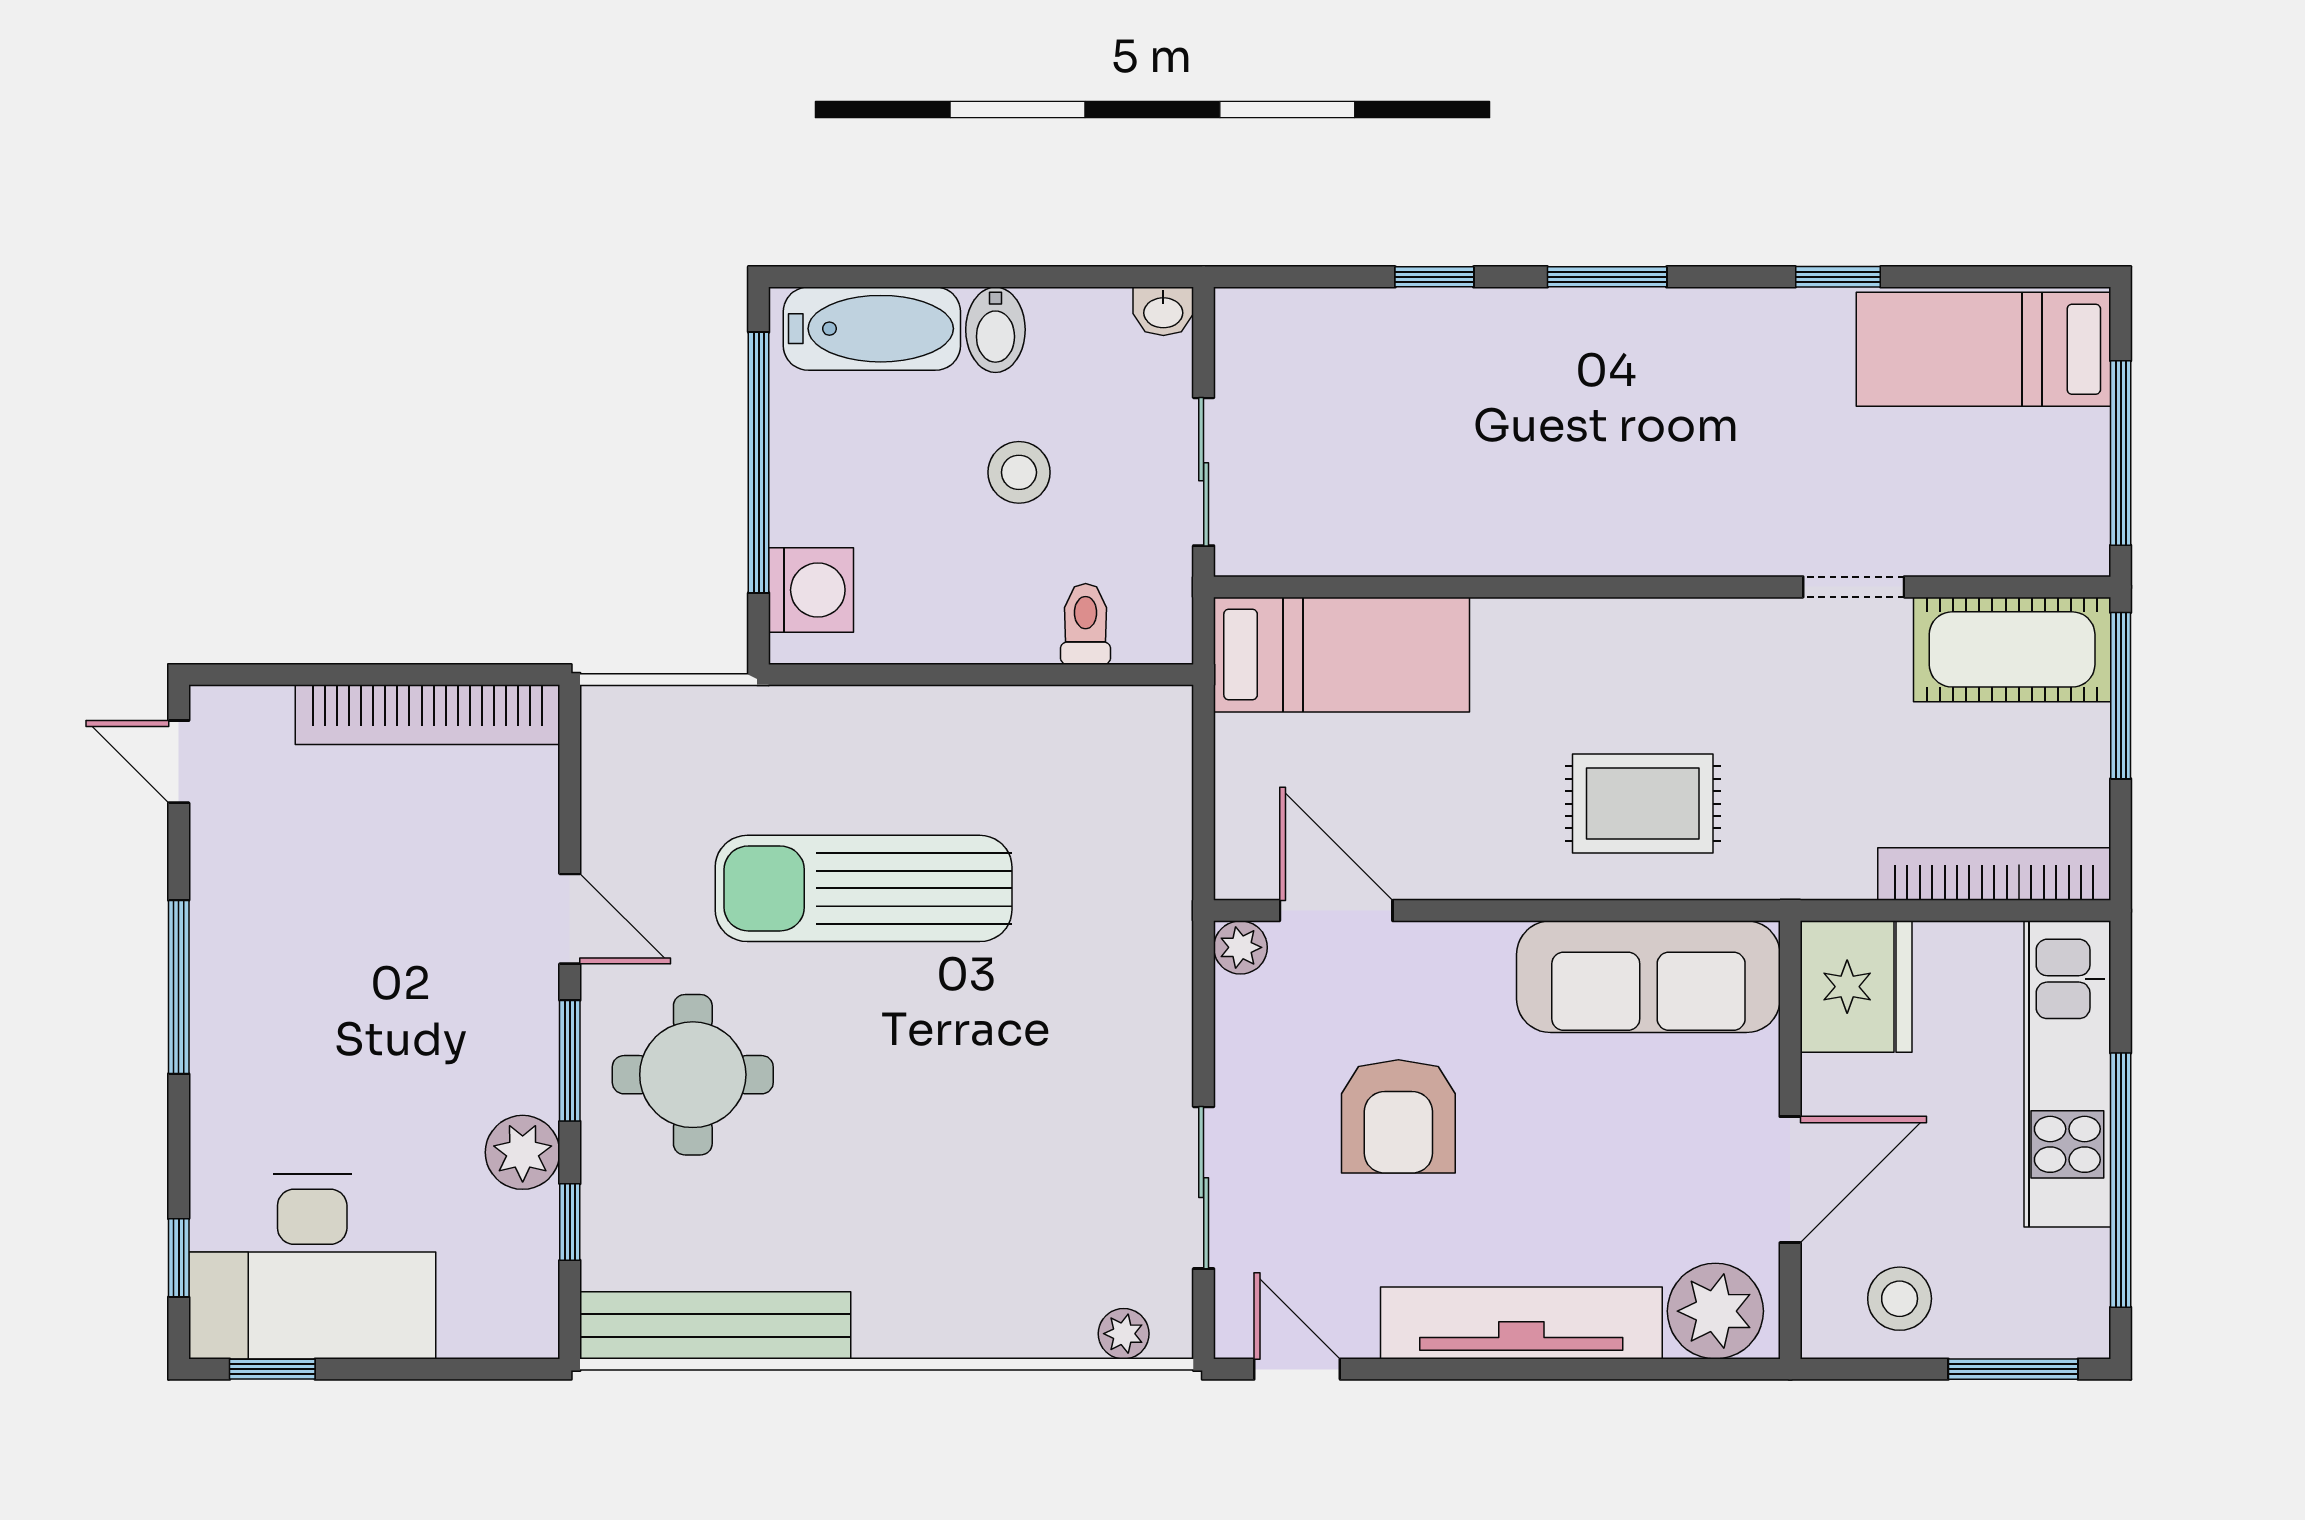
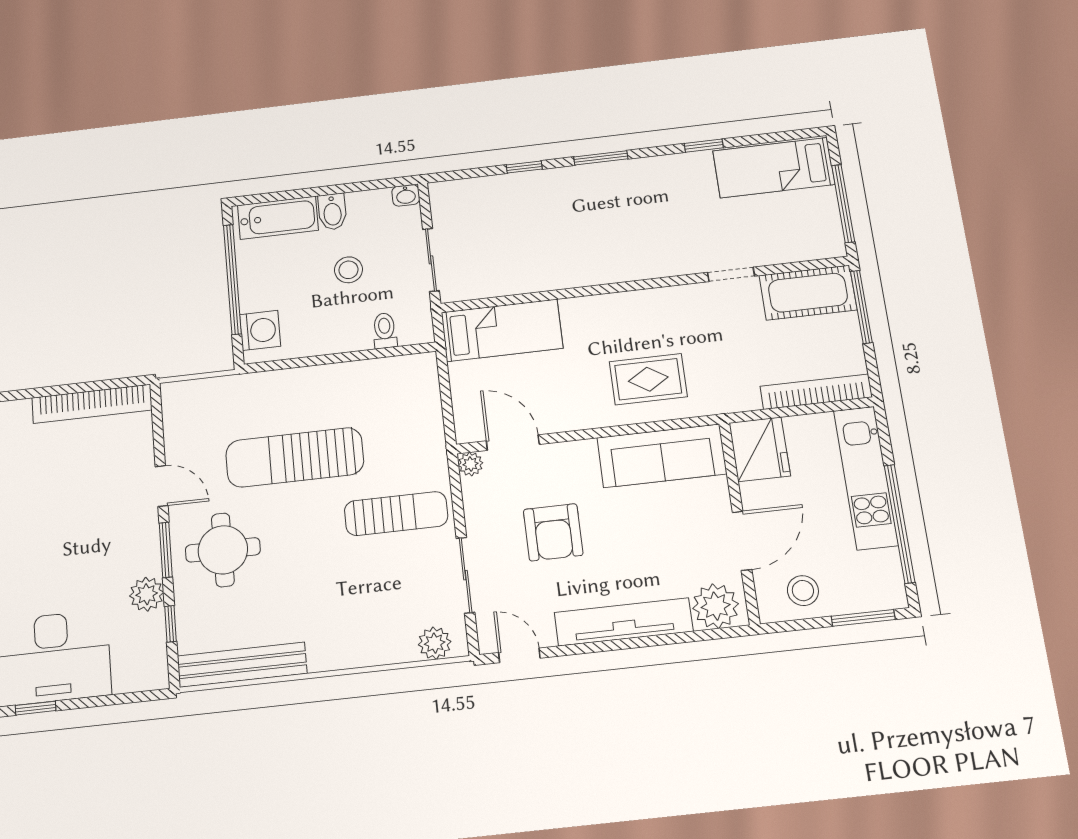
sun lounger: (1070, 1038) -> (396, 514), added
plant: (1124, 1334) -> (435, 643), width x1.38, depth x1.38

